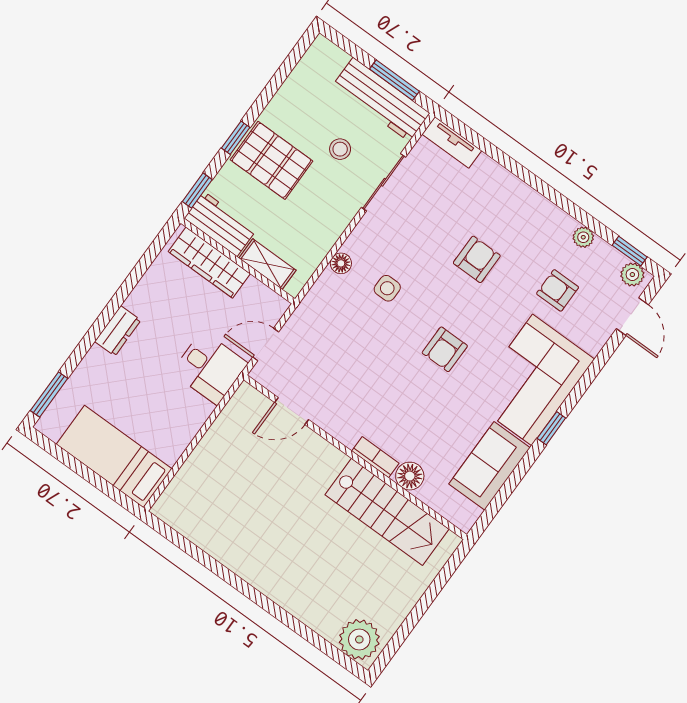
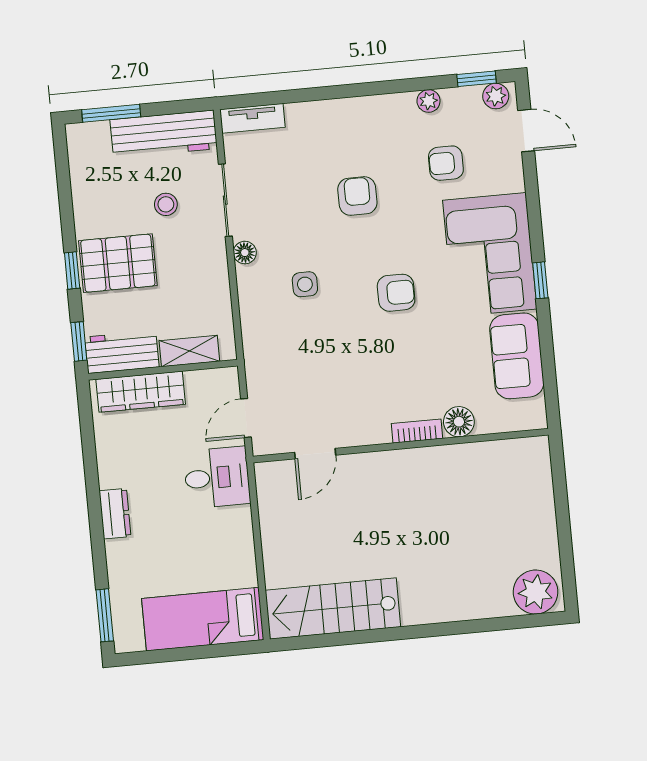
window: (394, 80) -> (111, 113), moved
floor lamp: (341, 263) -> (245, 253), moved
armchair: (445, 349) -> (396, 293), turned -90
stairs: (387, 512) -> (333, 609), moved, turned 180

